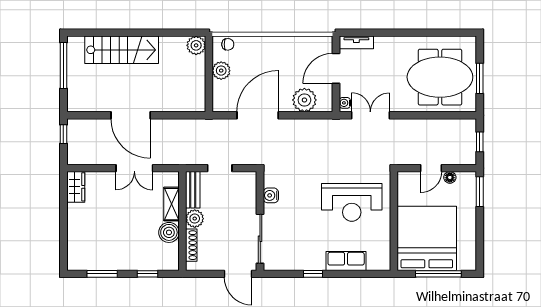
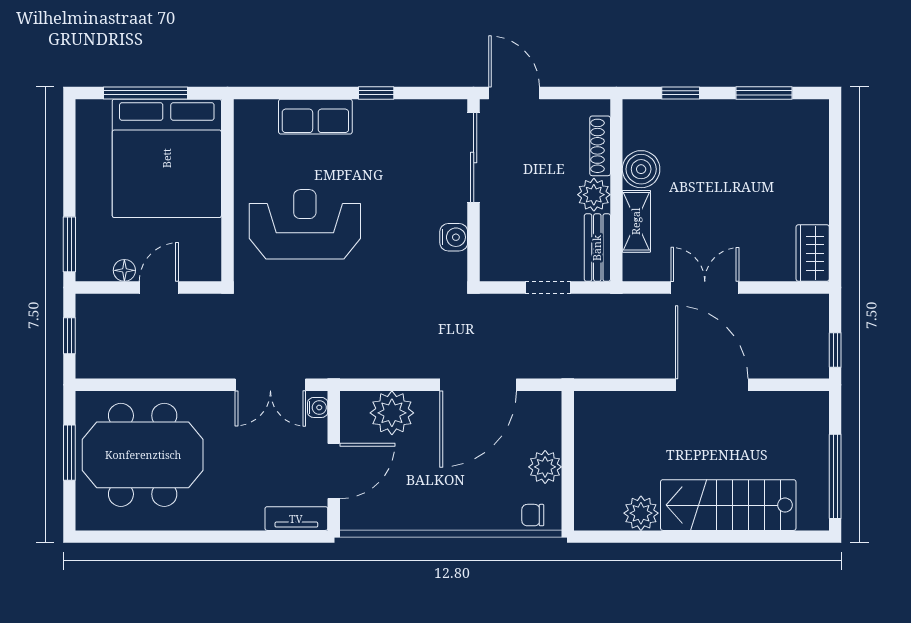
plant: (196, 45) -> (641, 513), moved

